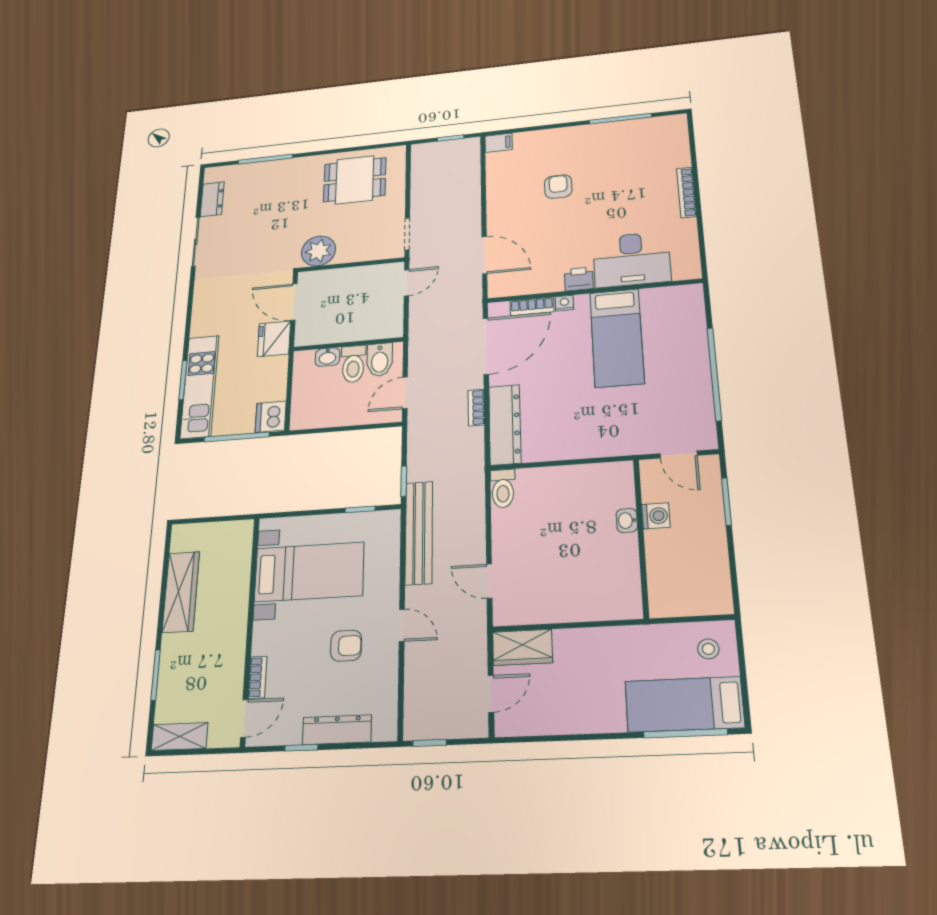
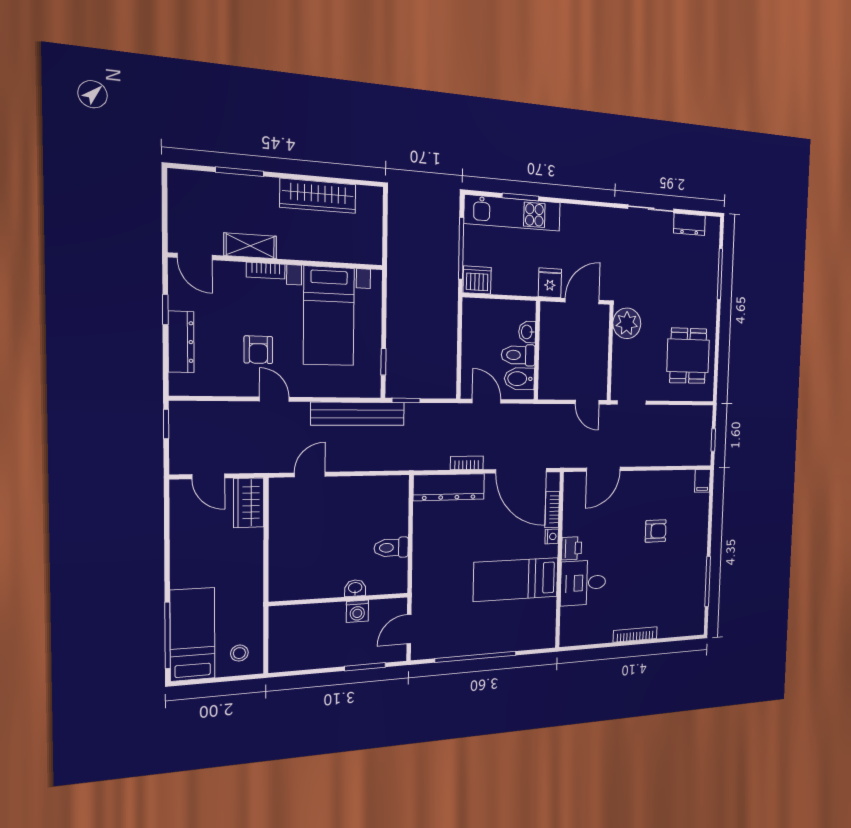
desk: (632, 260) -> (583, 583), width x0.73
fridge: (274, 339) -> (550, 283), width x0.72
toilet: (503, 488) -> (391, 548), moved
door: (402, 625) -> (274, 399), swing flipped
bookcase: (258, 677) -> (266, 271), moved
shelving: (179, 737) -> (250, 246), moved, turned 90

